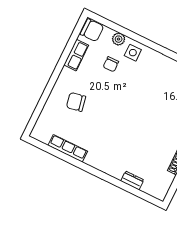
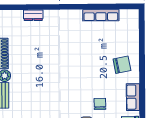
chair: (76, 102) -> (122, 65), moved

